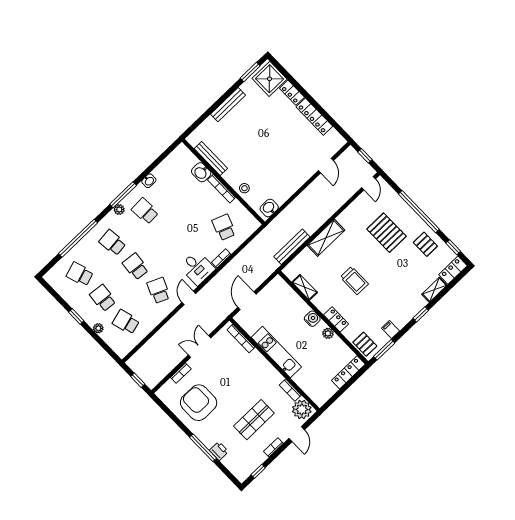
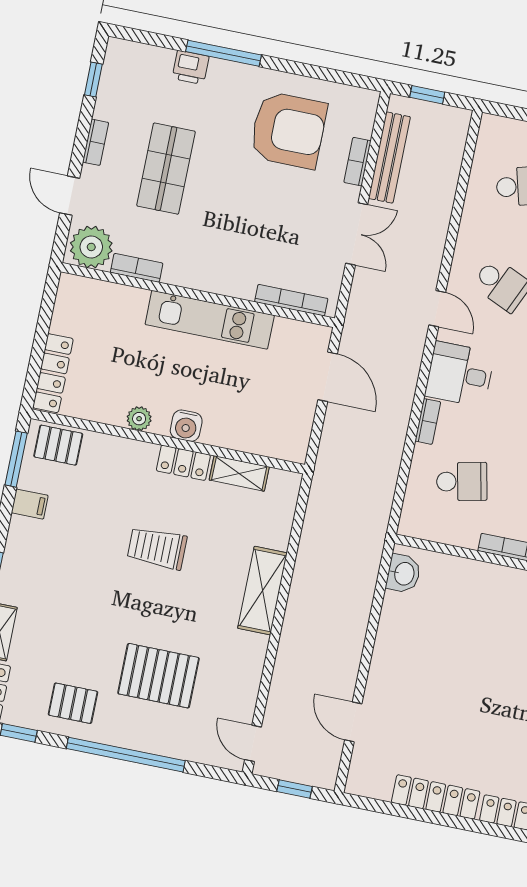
stool: (244, 188) -> (473, 579), removed
school desk: (224, 227) -> (462, 481), turned -33
bench: (292, 247) -> (389, 158), moved
locker: (336, 319) -> (183, 463), moved

